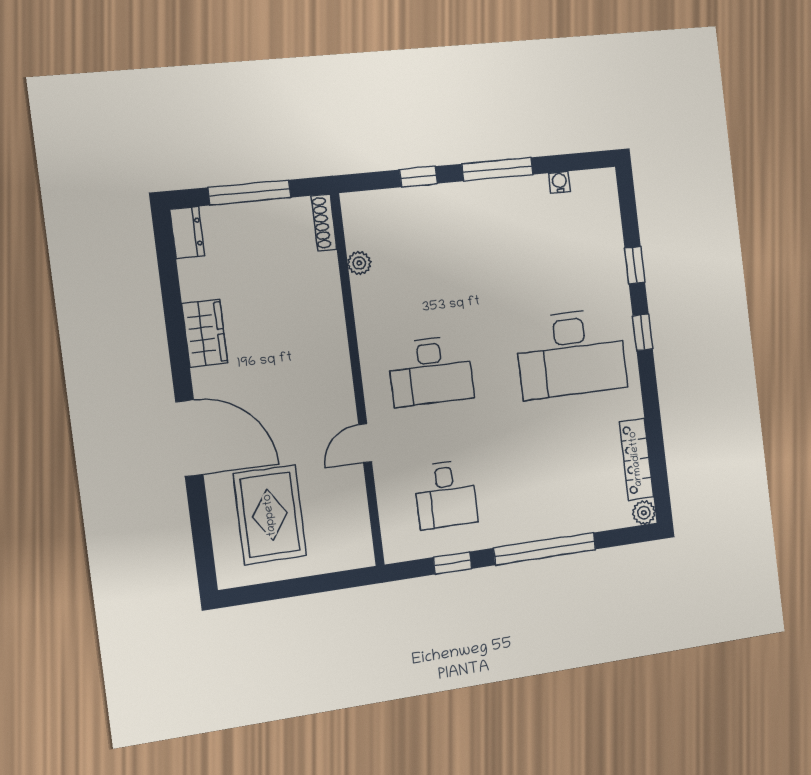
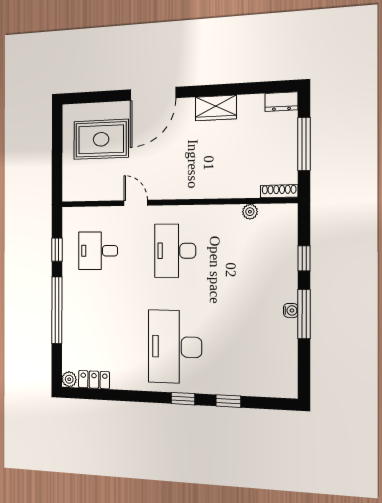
water cooler: (559, 182) -> (291, 310), moved
locker: (636, 459) -> (94, 380), width x0.66

